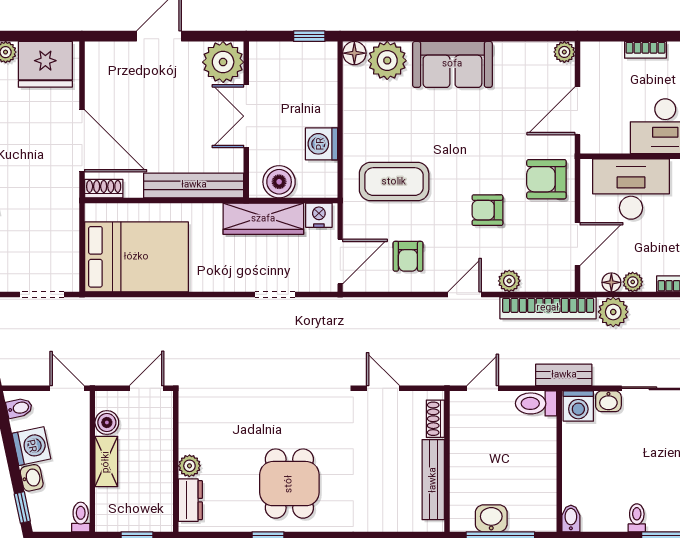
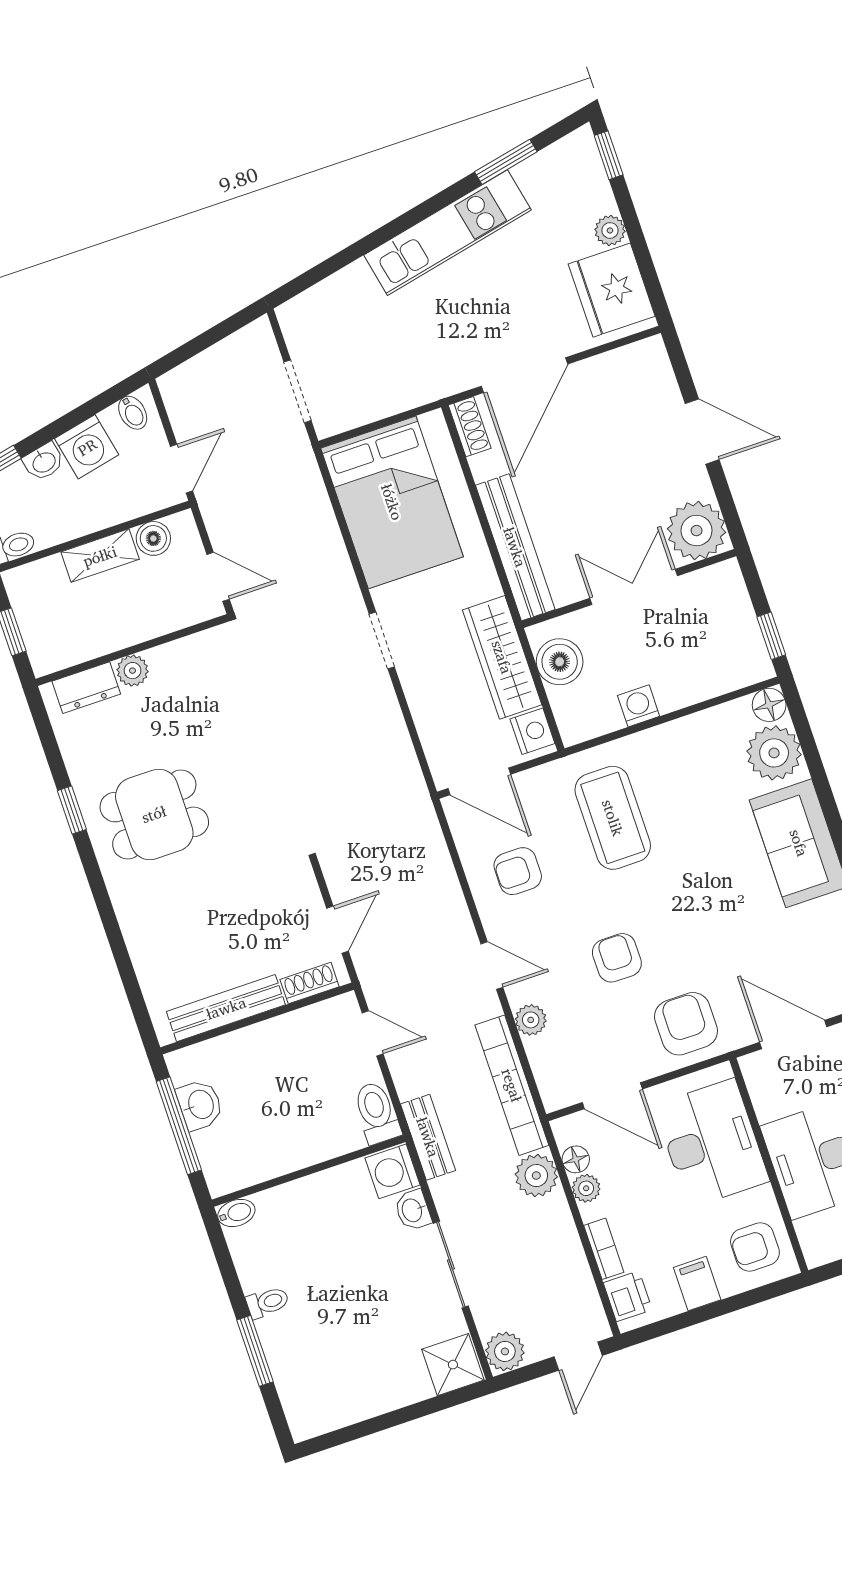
washing machine: (321, 144) -> (639, 706), width x0.73, depth x0.73
doorway: (275, 294) -> (382, 640), moved
door: (383, 388) -> (338, 930), moved

